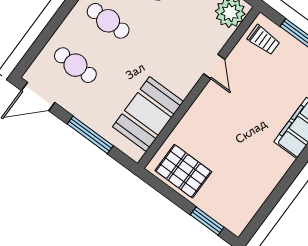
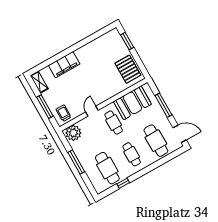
cafe table: (166, 64) -> (114, 123), added
cafe table: (75, 65) -> (156, 141), width x1.37, depth x1.35

